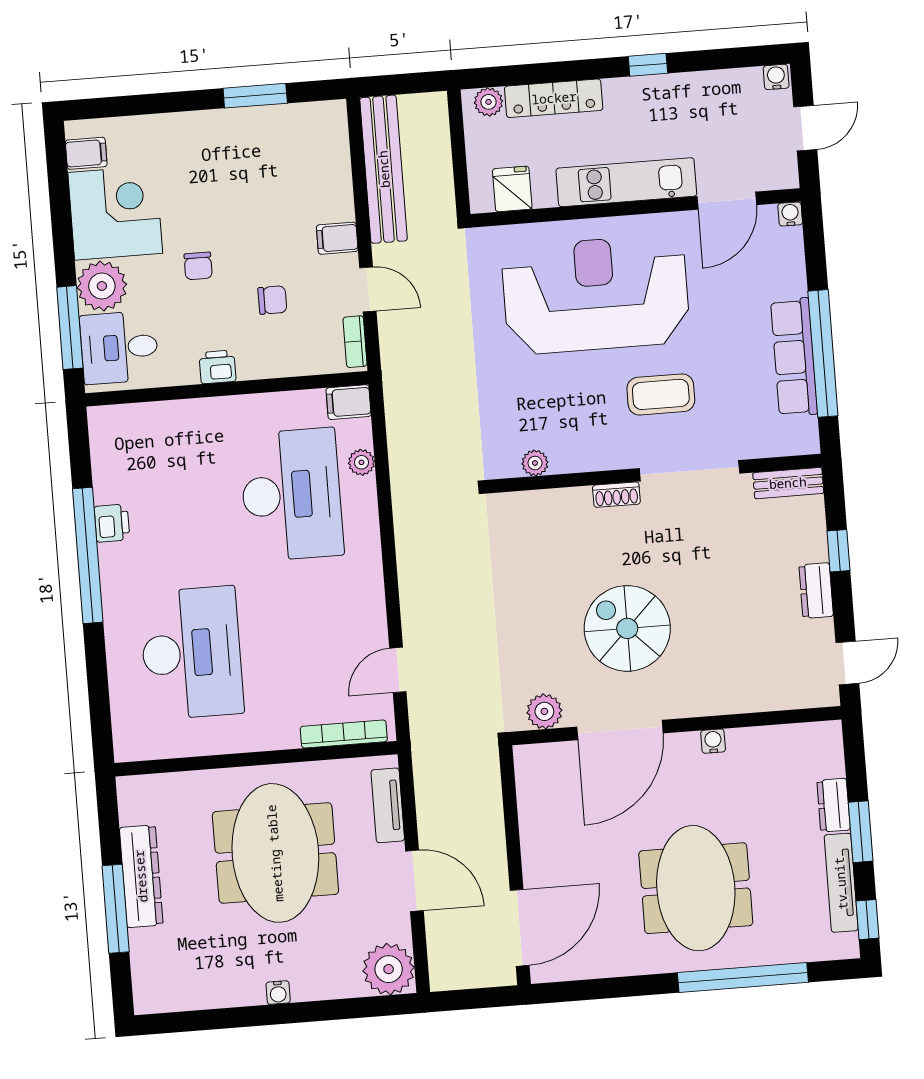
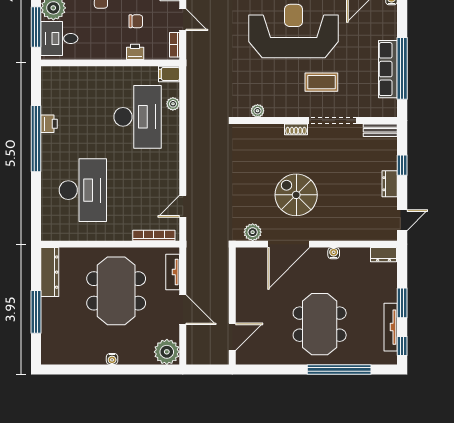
printer: (217, 367) -> (135, 52), moved
dresser: (834, 805) -> (384, 255), moved, turned -90
dresser: (141, 876) -> (50, 272), moved
door: (520, 928) -> (232, 337), width x0.73

